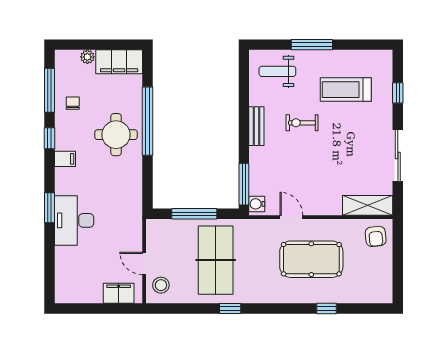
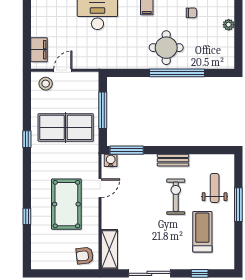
filing cabinet: (119, 62) -> (225, 50), removed
weight bench: (277, 71) -> (215, 188), moved
exercise bike: (302, 123) -> (176, 197), width x1.38, depth x1.39

